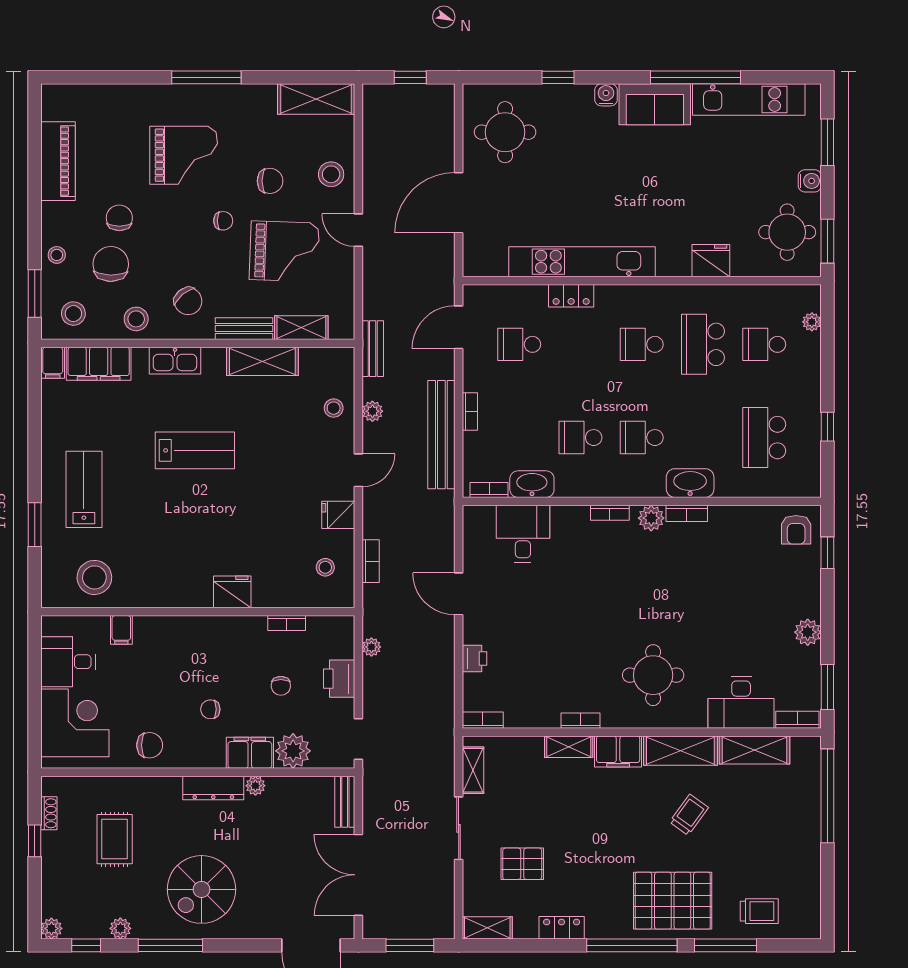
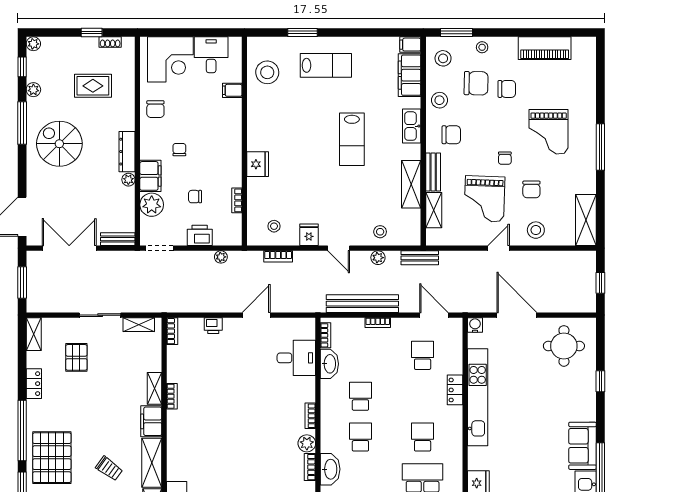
water cooler: (606, 95) -> (475, 325), moved, turned -90
chair: (188, 301) -> (451, 135), turned -140
round table: (653, 675) -> (202, 445), removed

